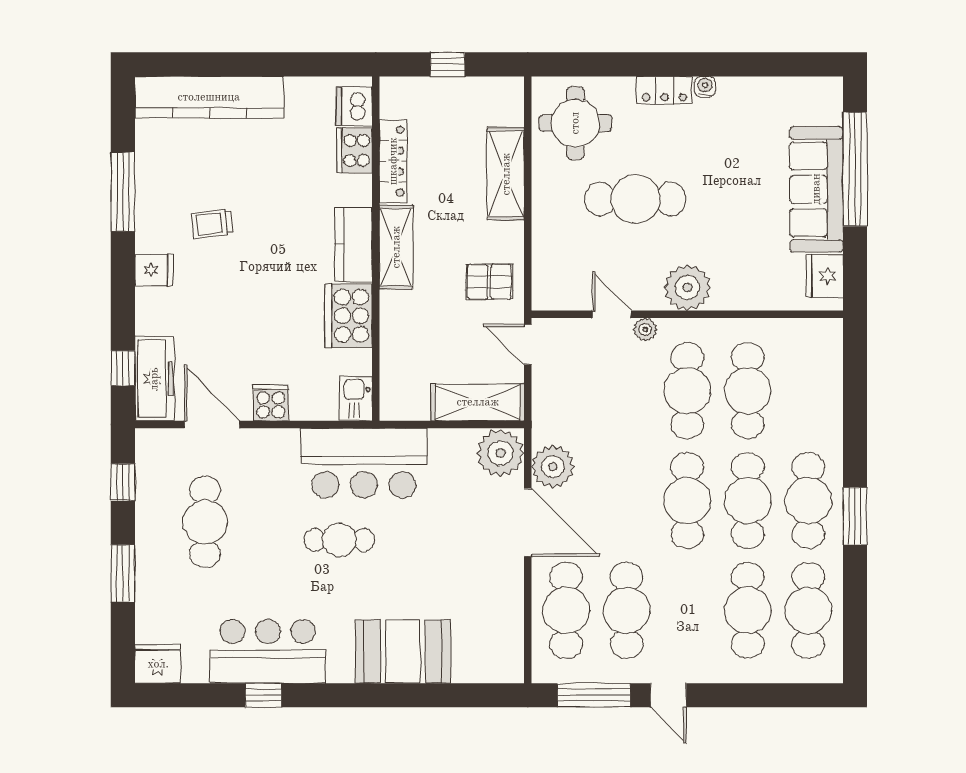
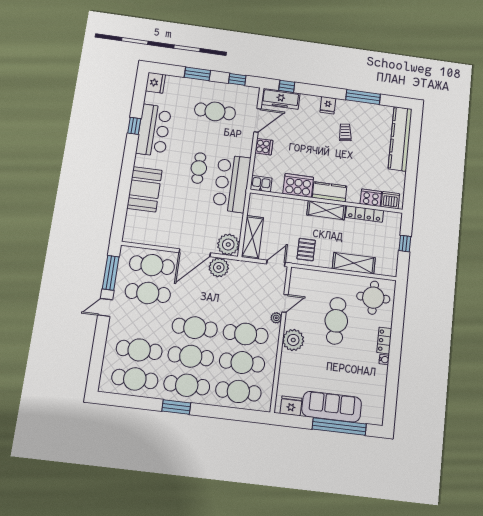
cafe table: (808, 391) -> (238, 391), added

